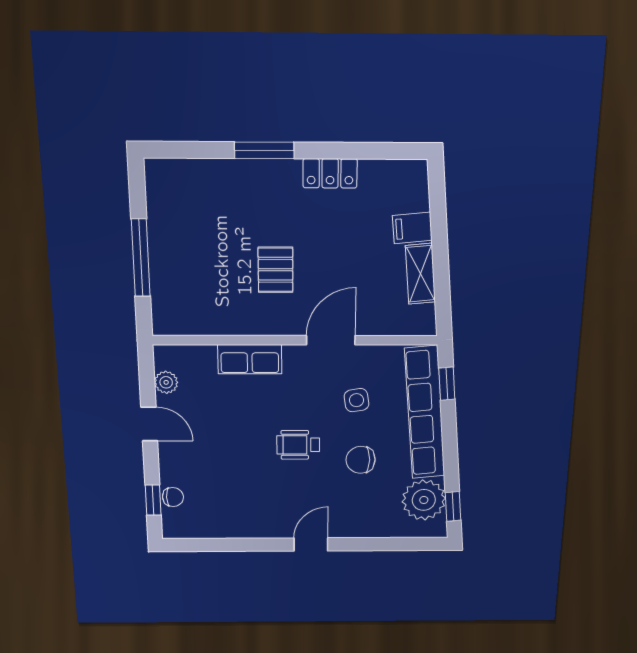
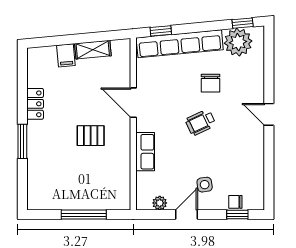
side table: (357, 400) -> (205, 185), moved
wheelchair: (298, 445) -> (200, 122), turned 65
chair: (173, 497) -> (235, 202), turned -90

